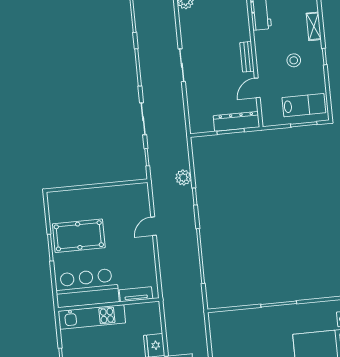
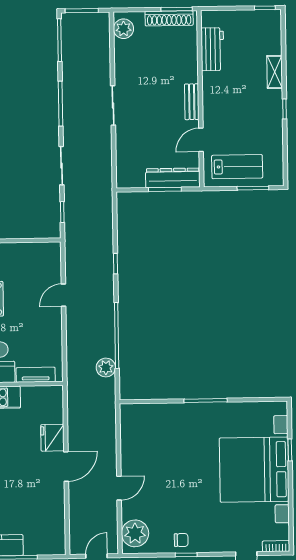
stool: (294, 60) -> (247, 111), removed
lab bench: (304, 105) -> (237, 167), moved
plant: (183, 178) -> (106, 368), moved

